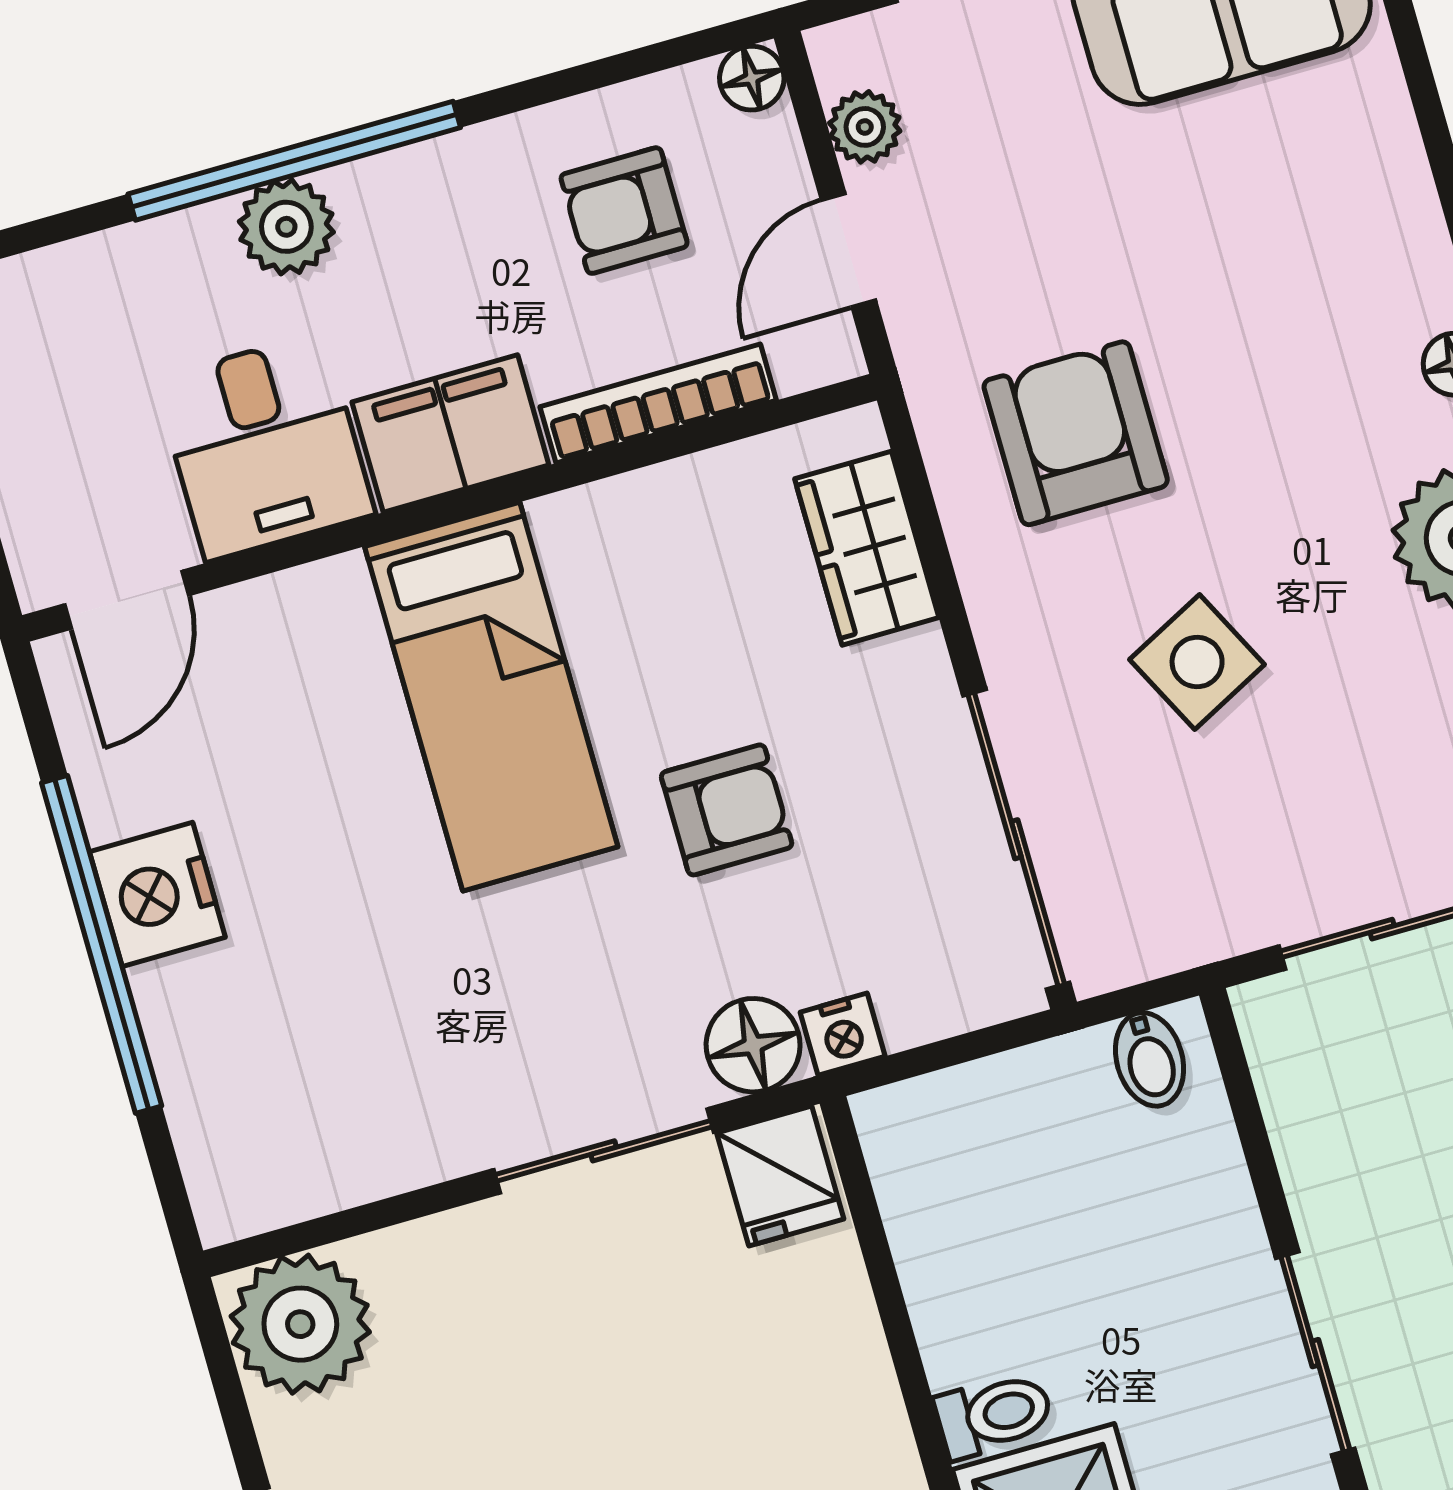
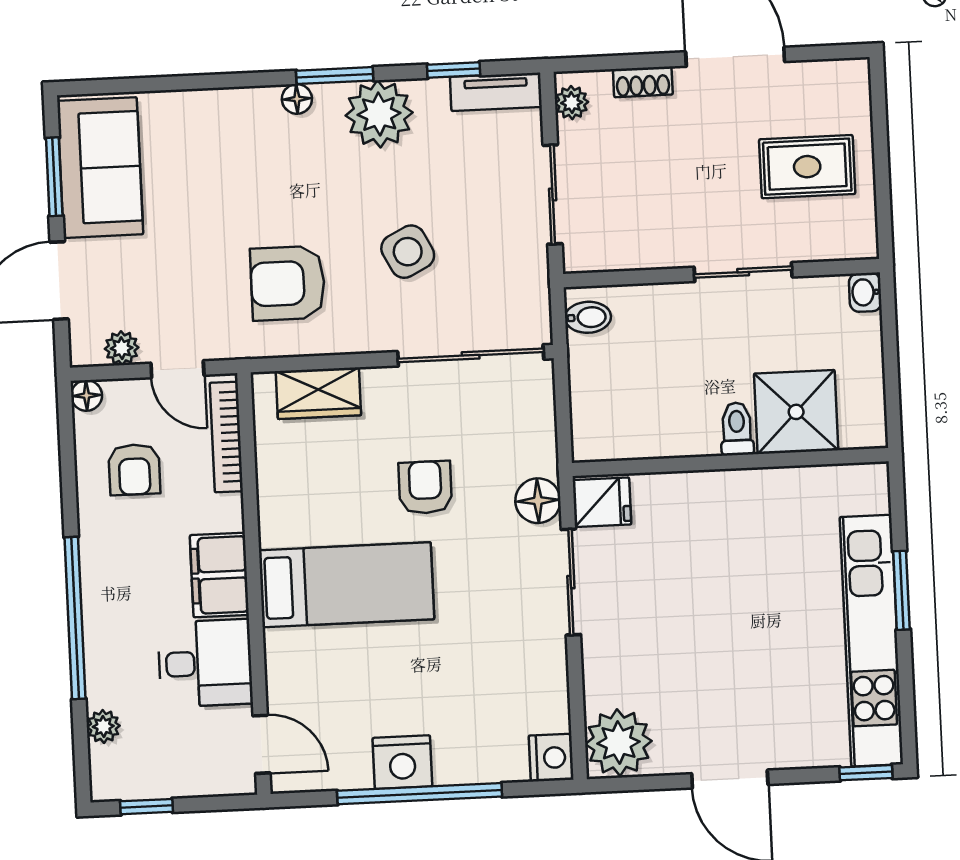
plant: (286, 227) -> (103, 726), moved, width x0.73, depth x0.73
bookcase: (658, 403) -> (226, 437), moved
nightstand: (843, 1034) -> (551, 758), moved, width x1.39, depth x1.35

